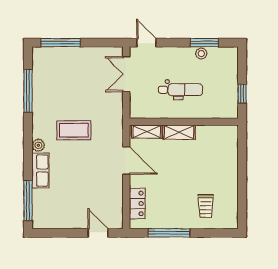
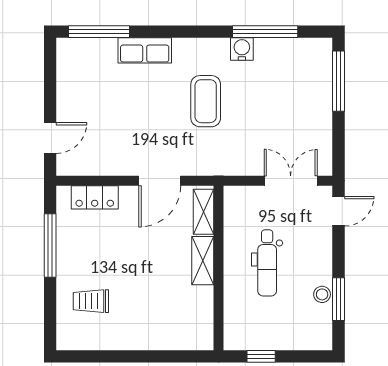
water cooler: (39, 106) -> (242, 49), added
plant: (38, 145) -> (183, 47), removed

